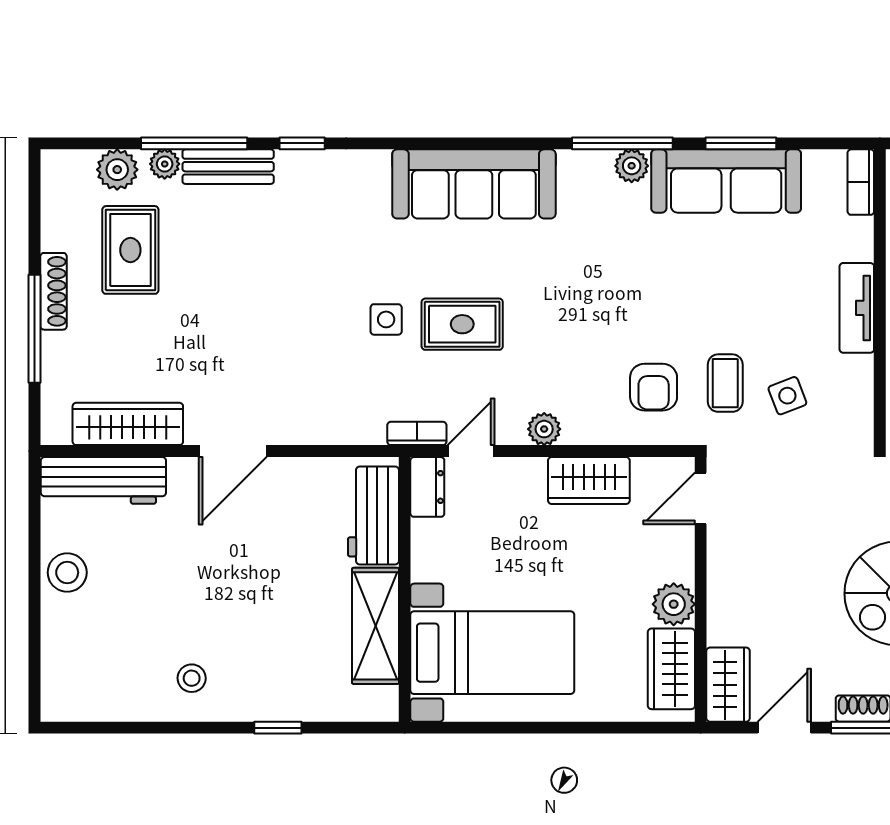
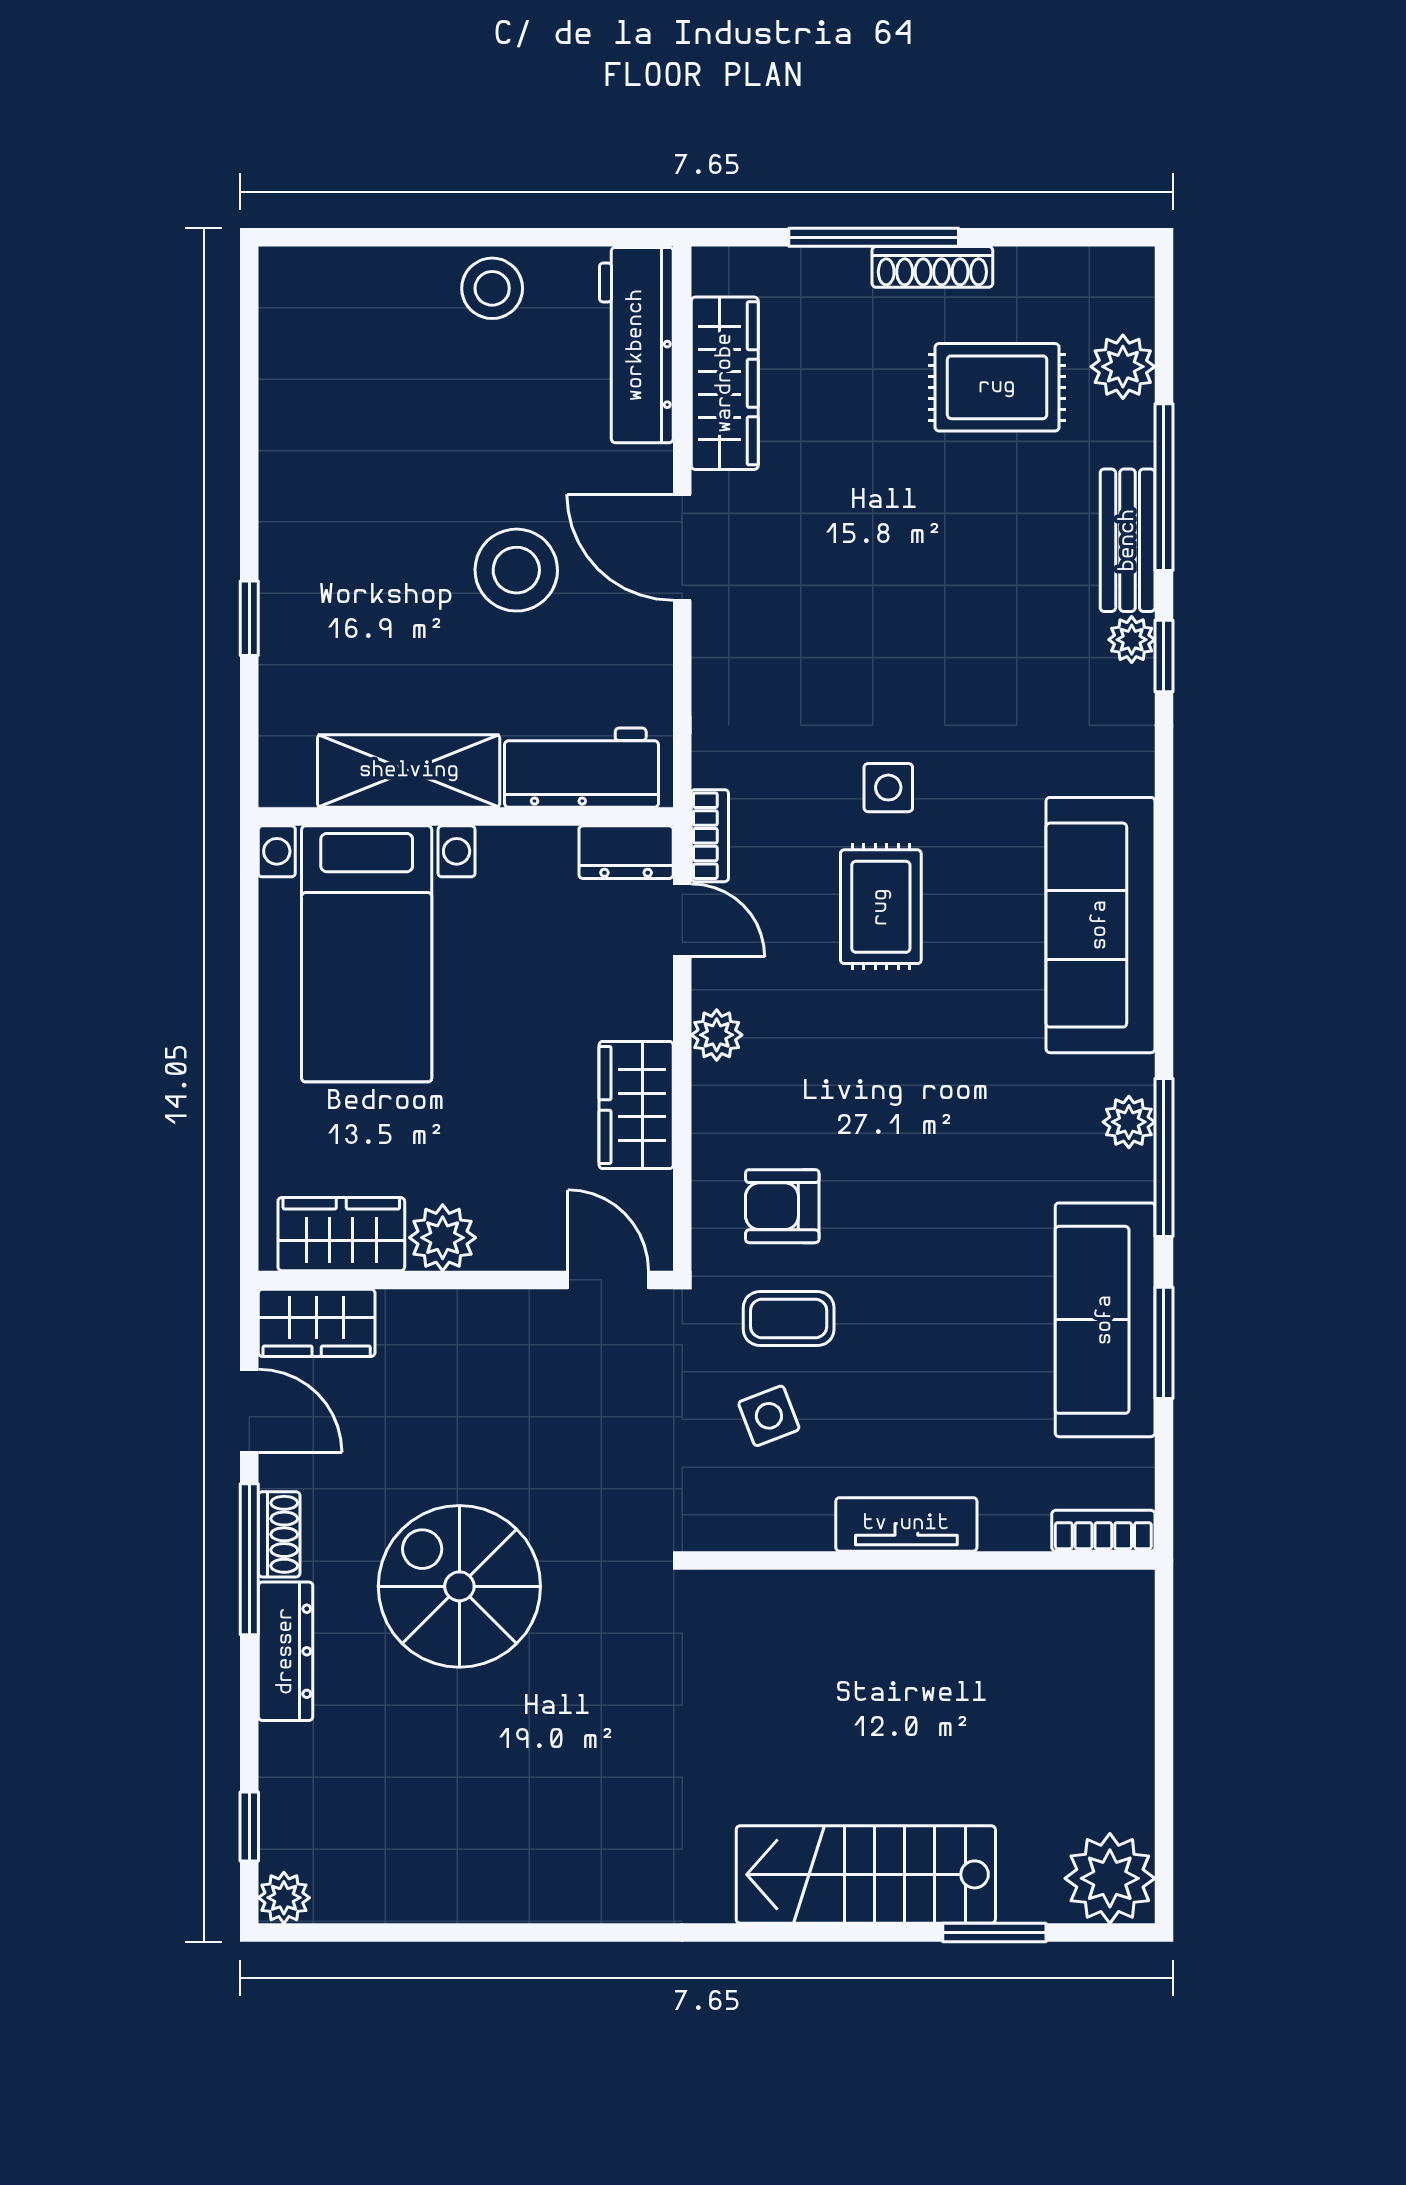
plant: (165, 164) -> (1132, 640), moved
plant: (632, 166) -> (1129, 1122), moved
stool: (192, 678) -> (516, 570), moved, width x1.89, depth x1.89

